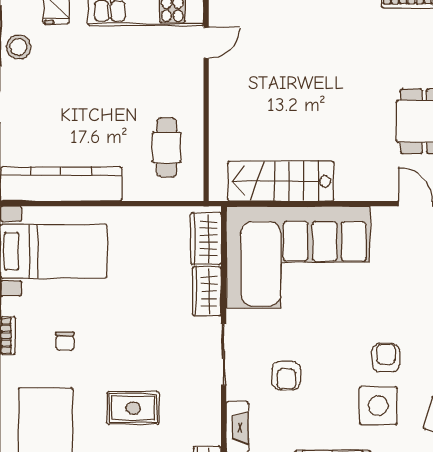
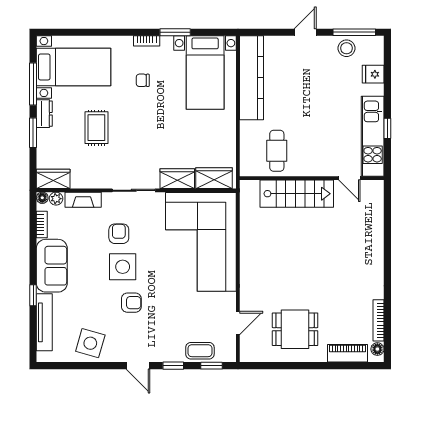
cafe table: (167, 147) -> (277, 151), turned 90
stairs: (281, 181) -> (297, 194), moved, turned 90
armchair: (286, 376) -> (119, 234), turned 90
side table: (378, 406) -> (123, 267), moved

